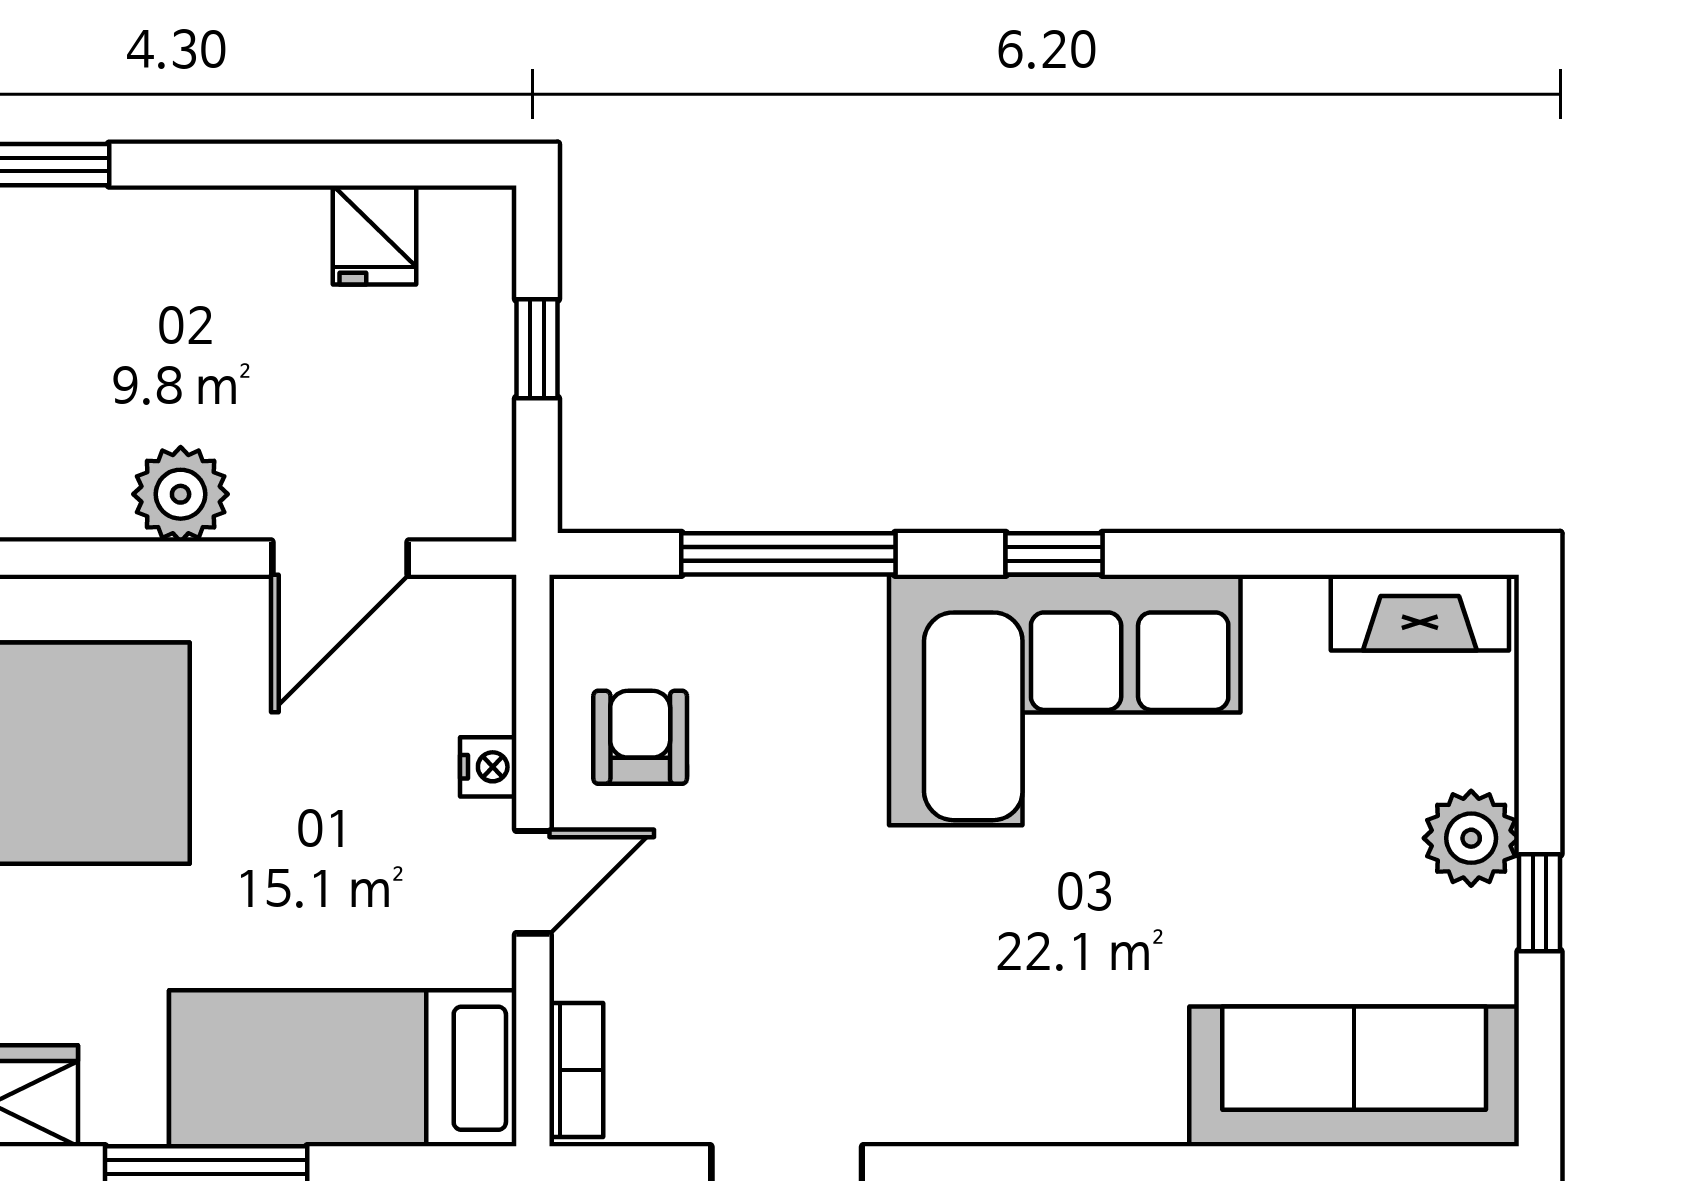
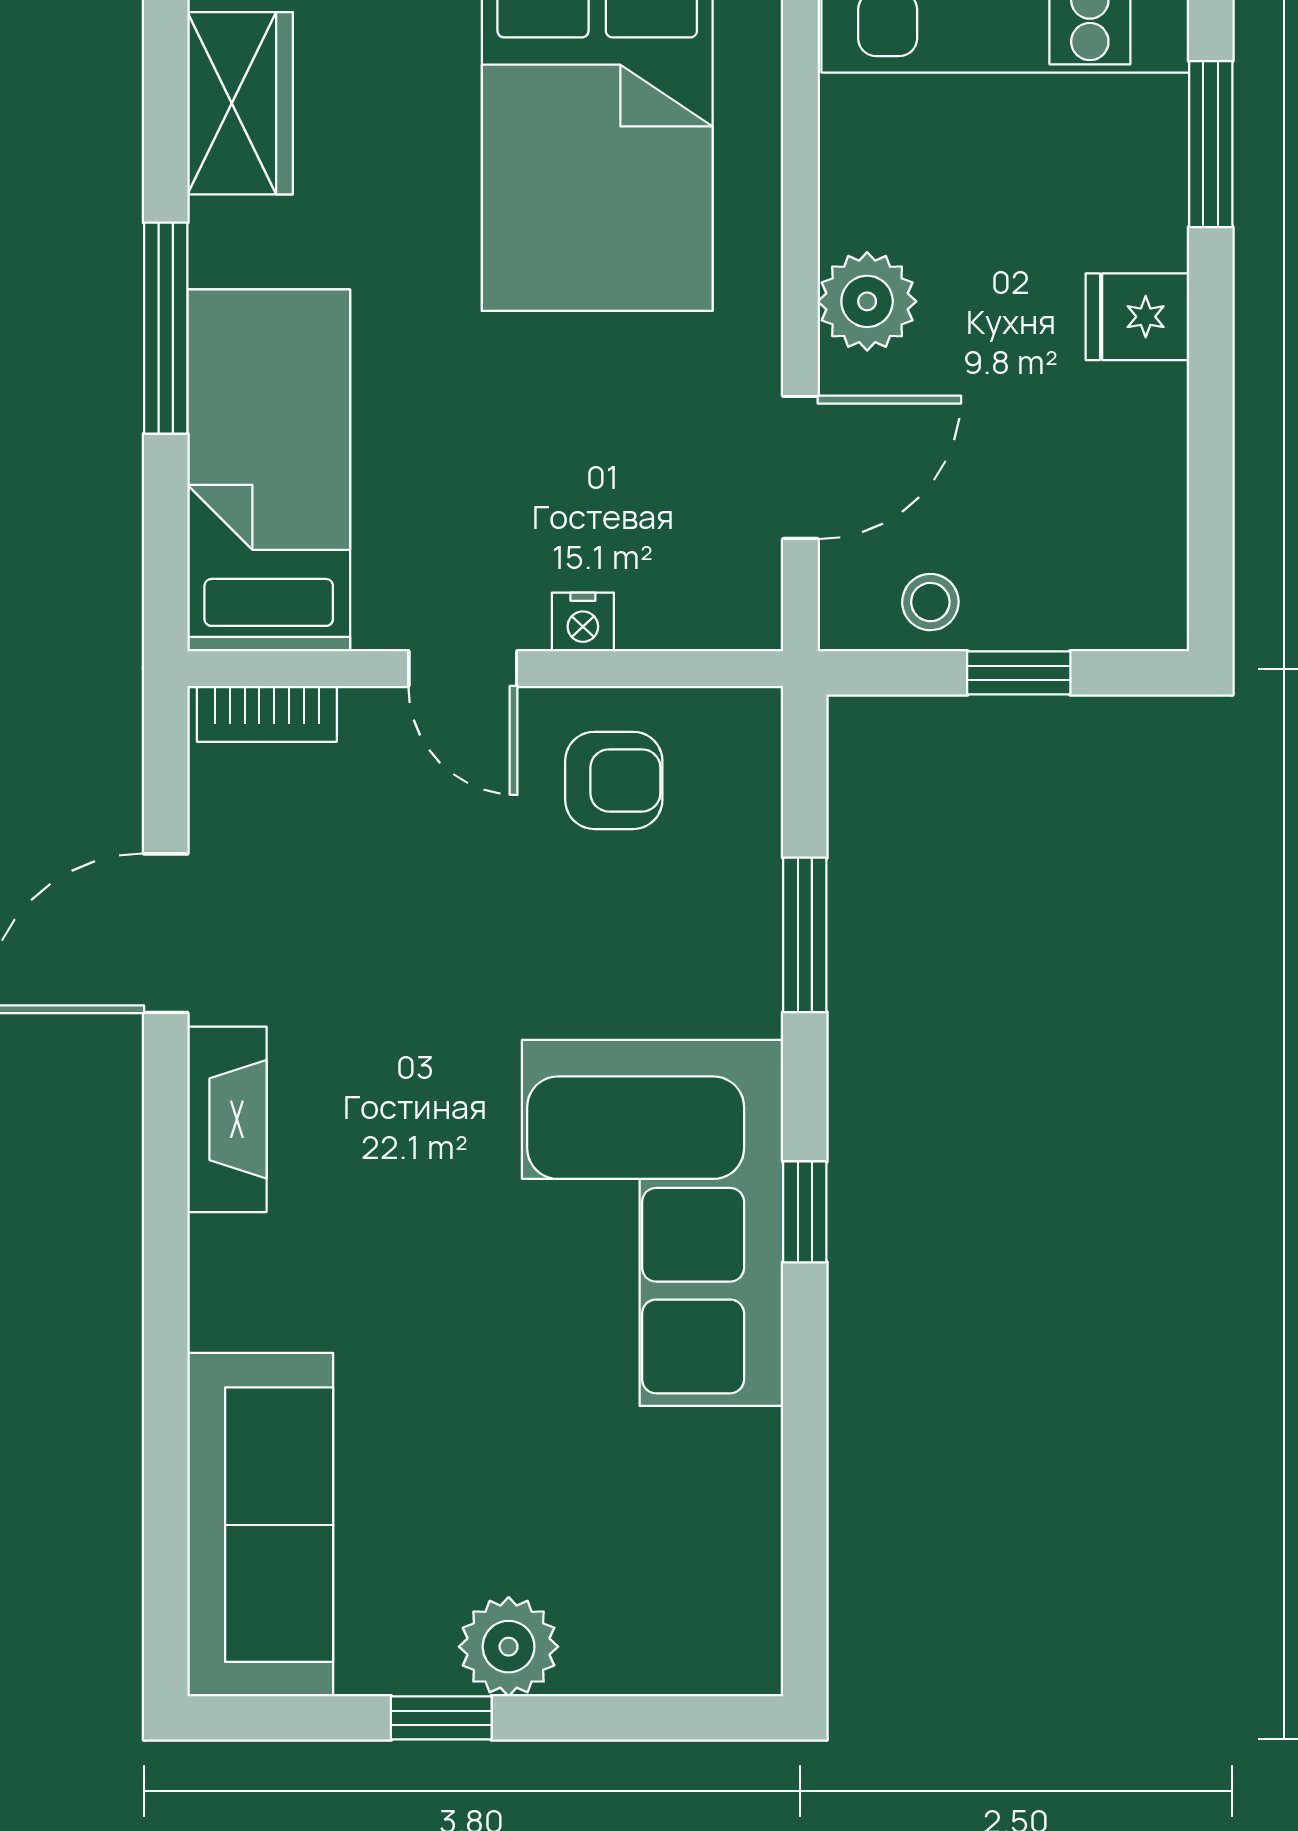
fridge: (375, 235) -> (1137, 317), moved
stool: (469, 433) -> (930, 602), added
window: (788, 554) -> (805, 935), width x0.69
door: (340, 558) -> (800, 467), swing flipped
fireplace: (1420, 613) -> (227, 1119), moved, turned 180

